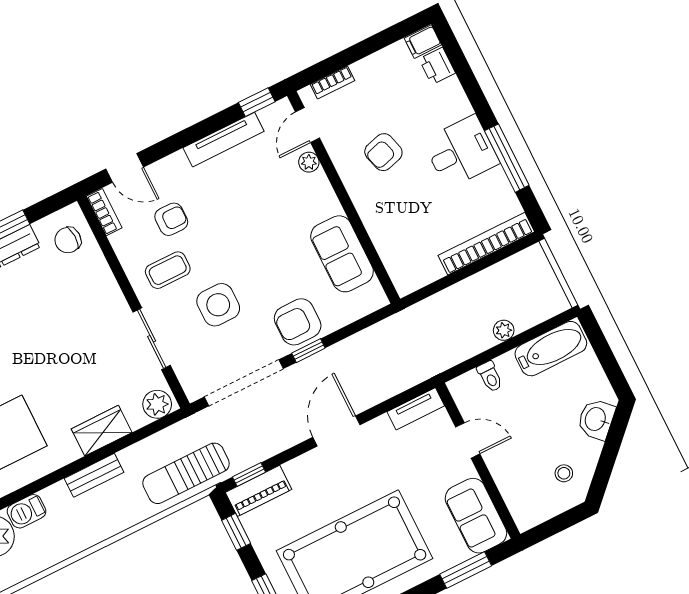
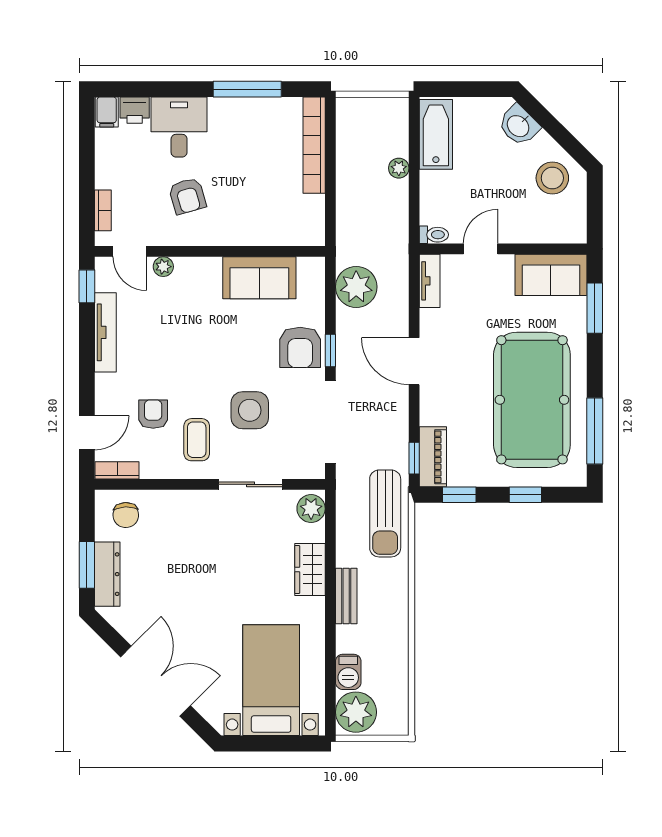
desk: (461, 152) -> (179, 127), moved
plant: (377, 345) -> (356, 287), added
toilet: (490, 377) -> (434, 235), moved
stool: (564, 473) -> (552, 178), width x1.89, depth x1.89

